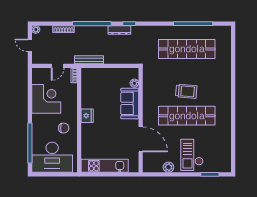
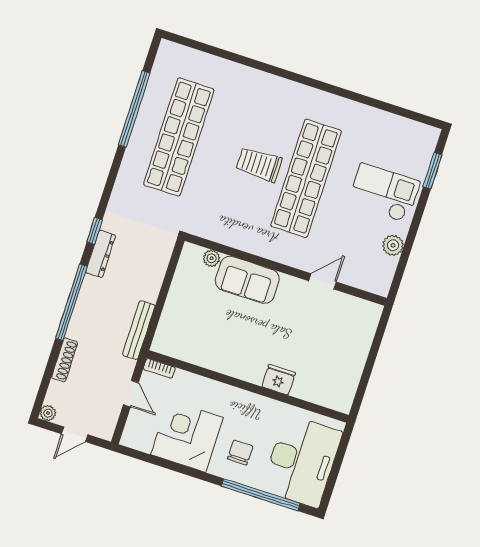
trolley: (186, 91) -> (259, 164), turned -95
fridge: (87, 116) -> (279, 380), moved
chair: (64, 128) -> (240, 452), moved
door: (141, 139) -> (323, 281), width x0.53
checkout: (192, 155) -> (384, 193), turned 180
kitchen unit: (105, 166) -> (351, 366), removed

